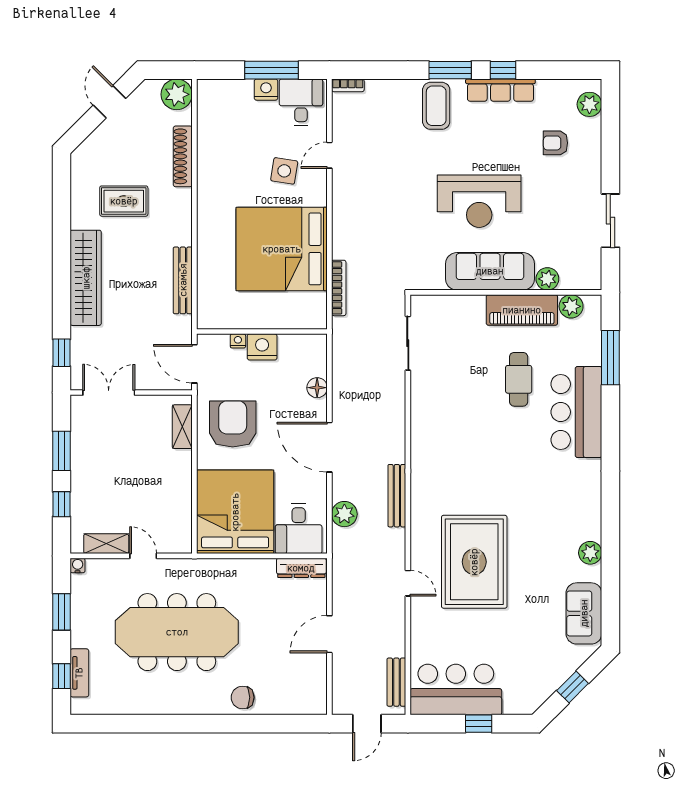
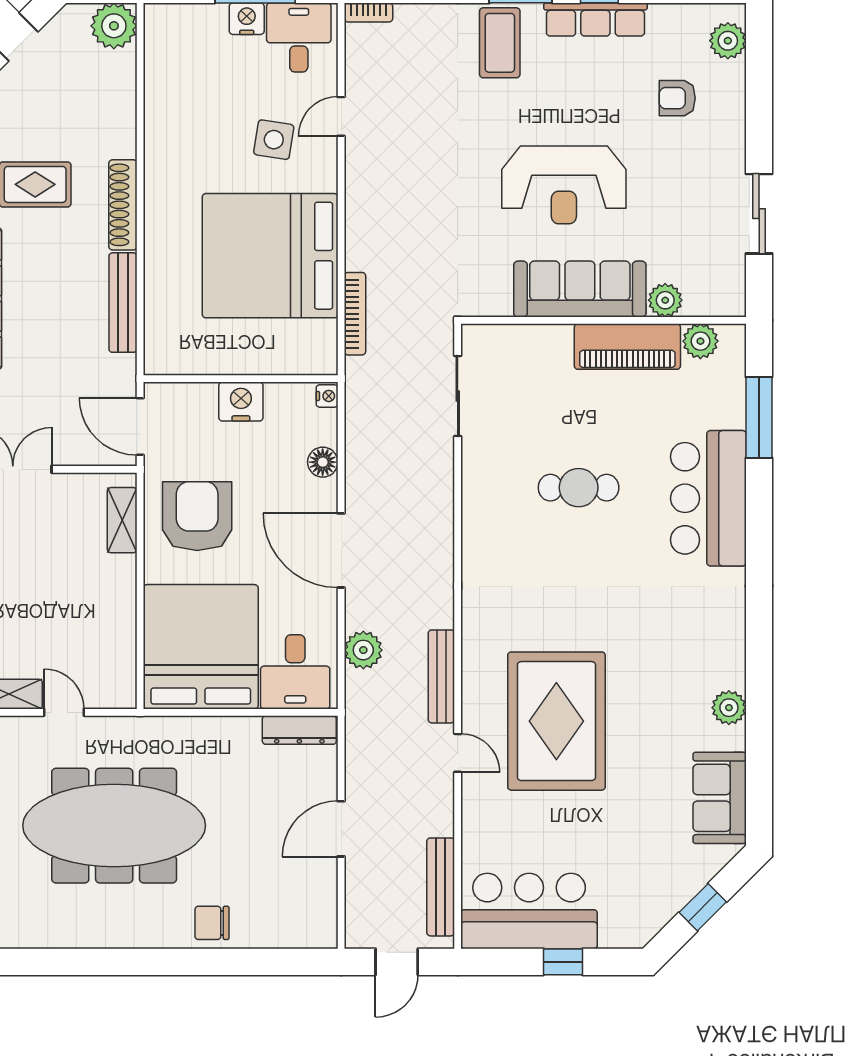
shoe rack: (183, 156) -> (123, 205), moved
nightstand: (238, 341) -> (327, 396), moved, turned 90
cafe table: (519, 379) -> (579, 488), moved, turned 90
bench: (397, 496) -> (441, 676), moved
bench: (396, 682) -> (441, 887), width x1.36

